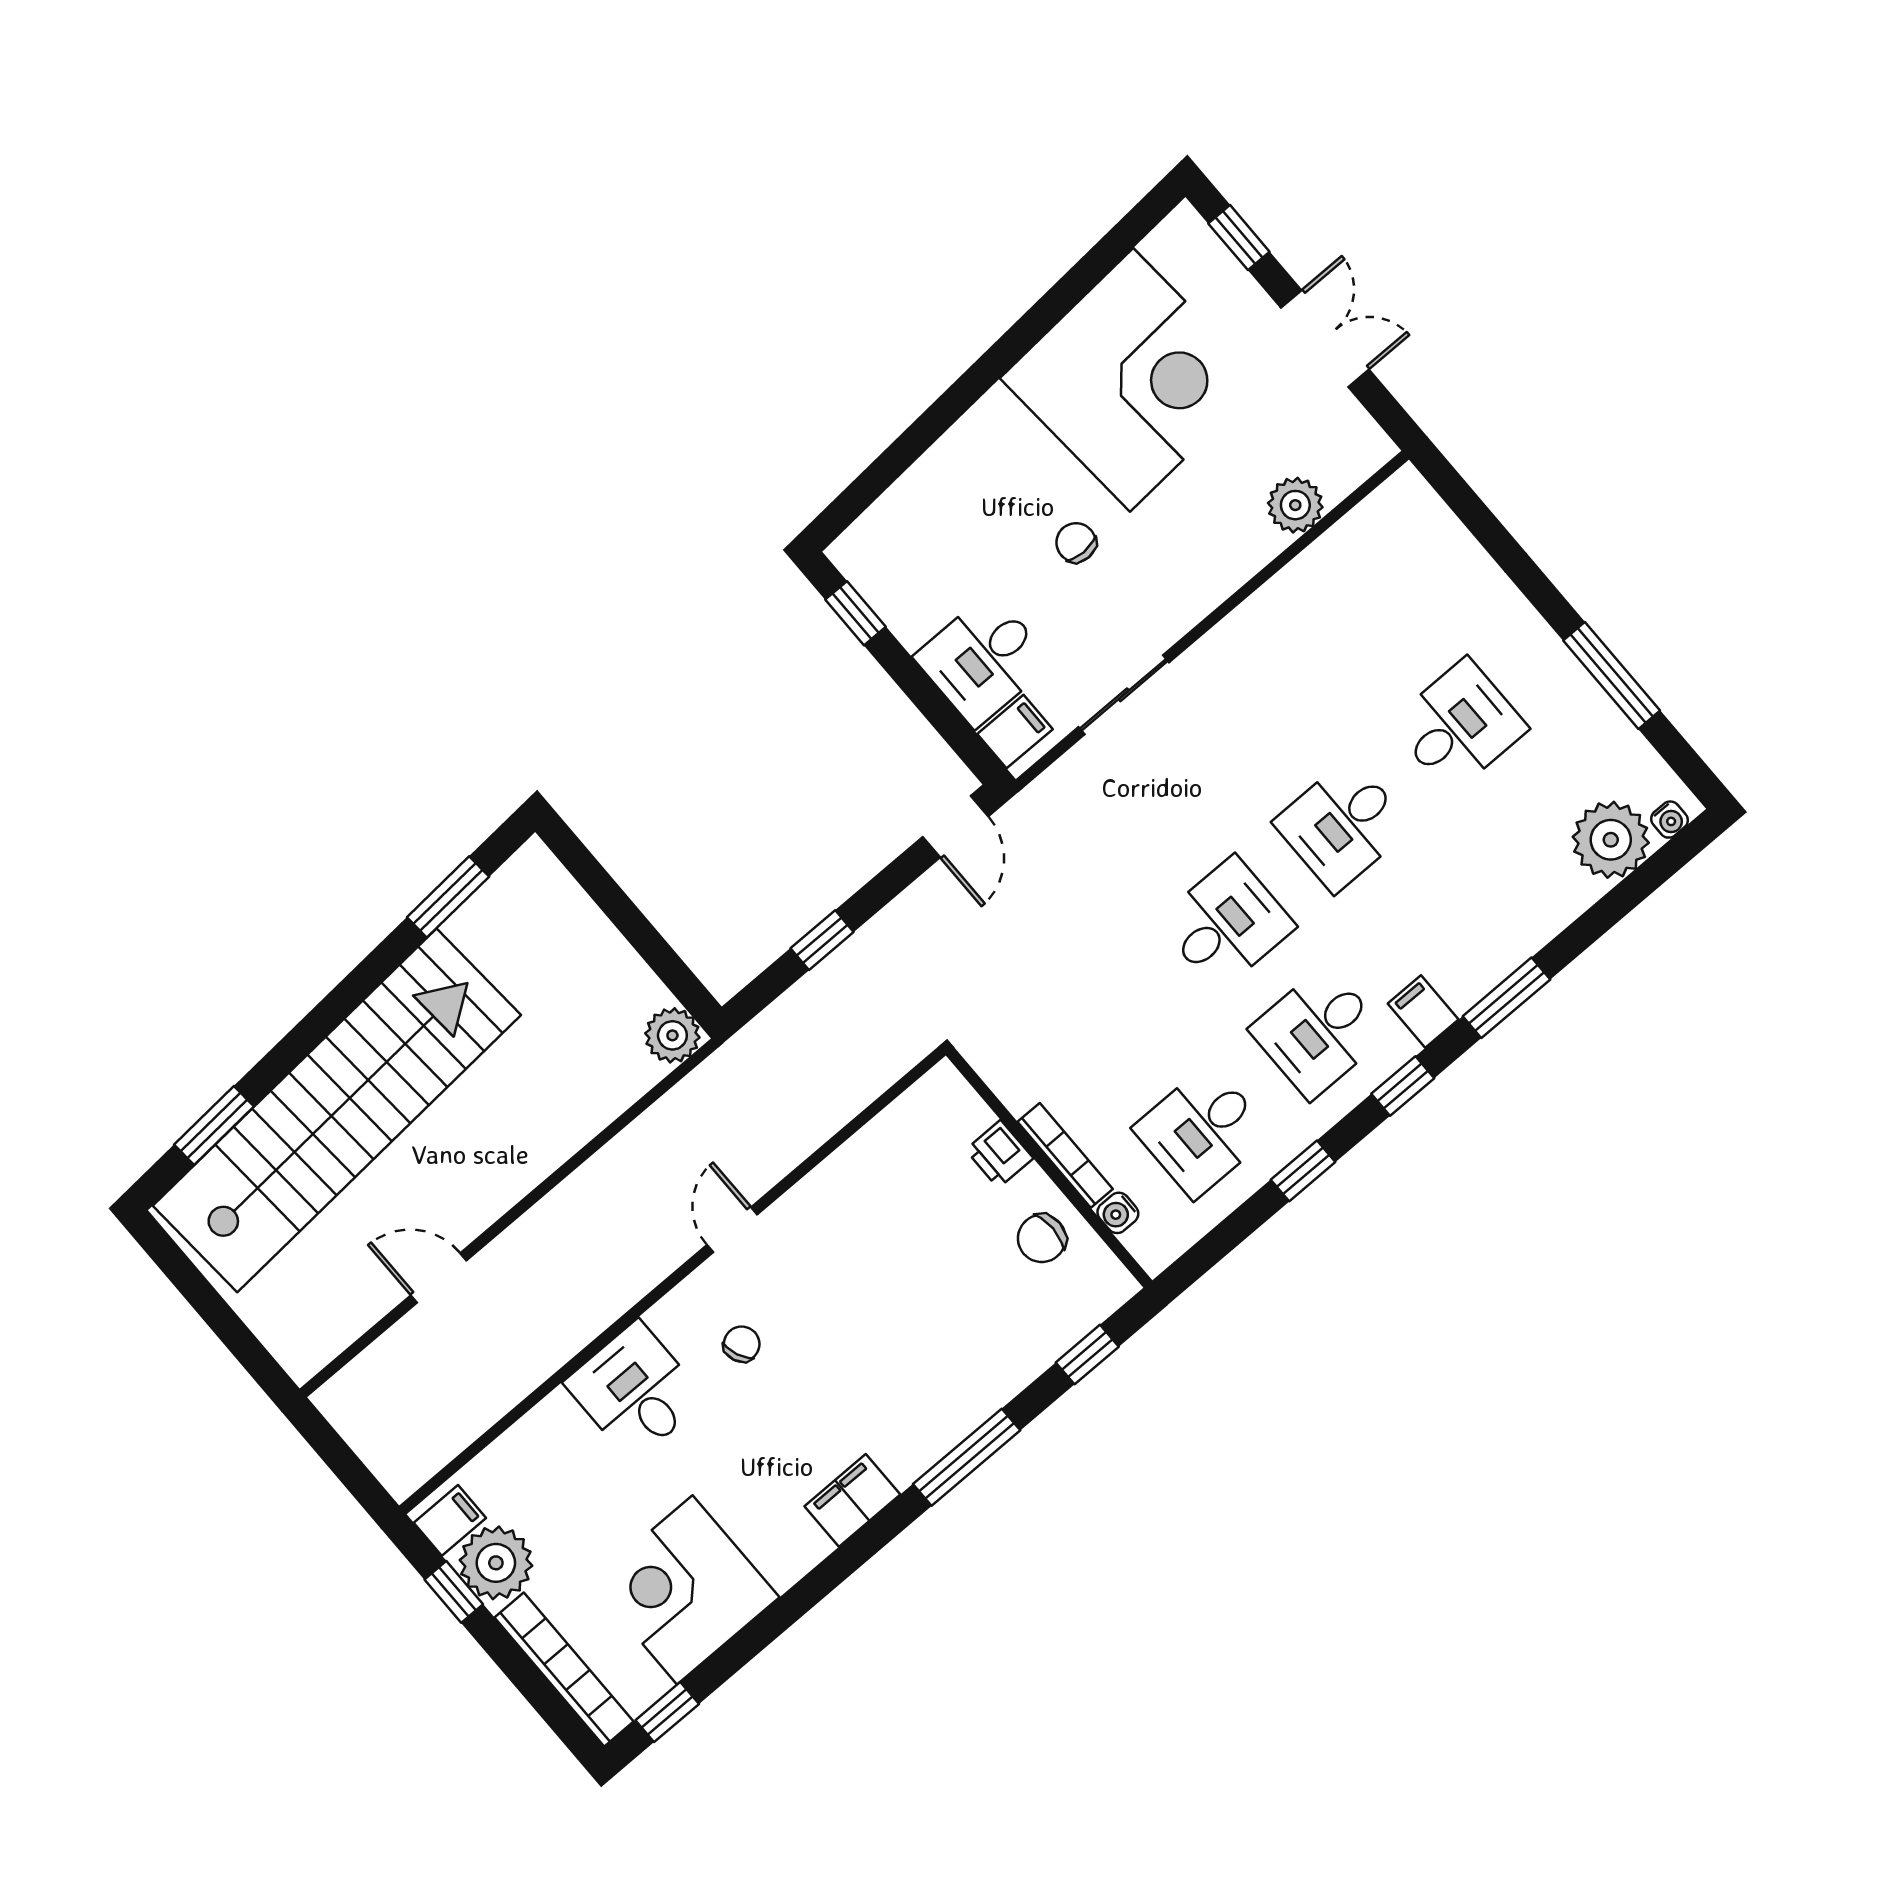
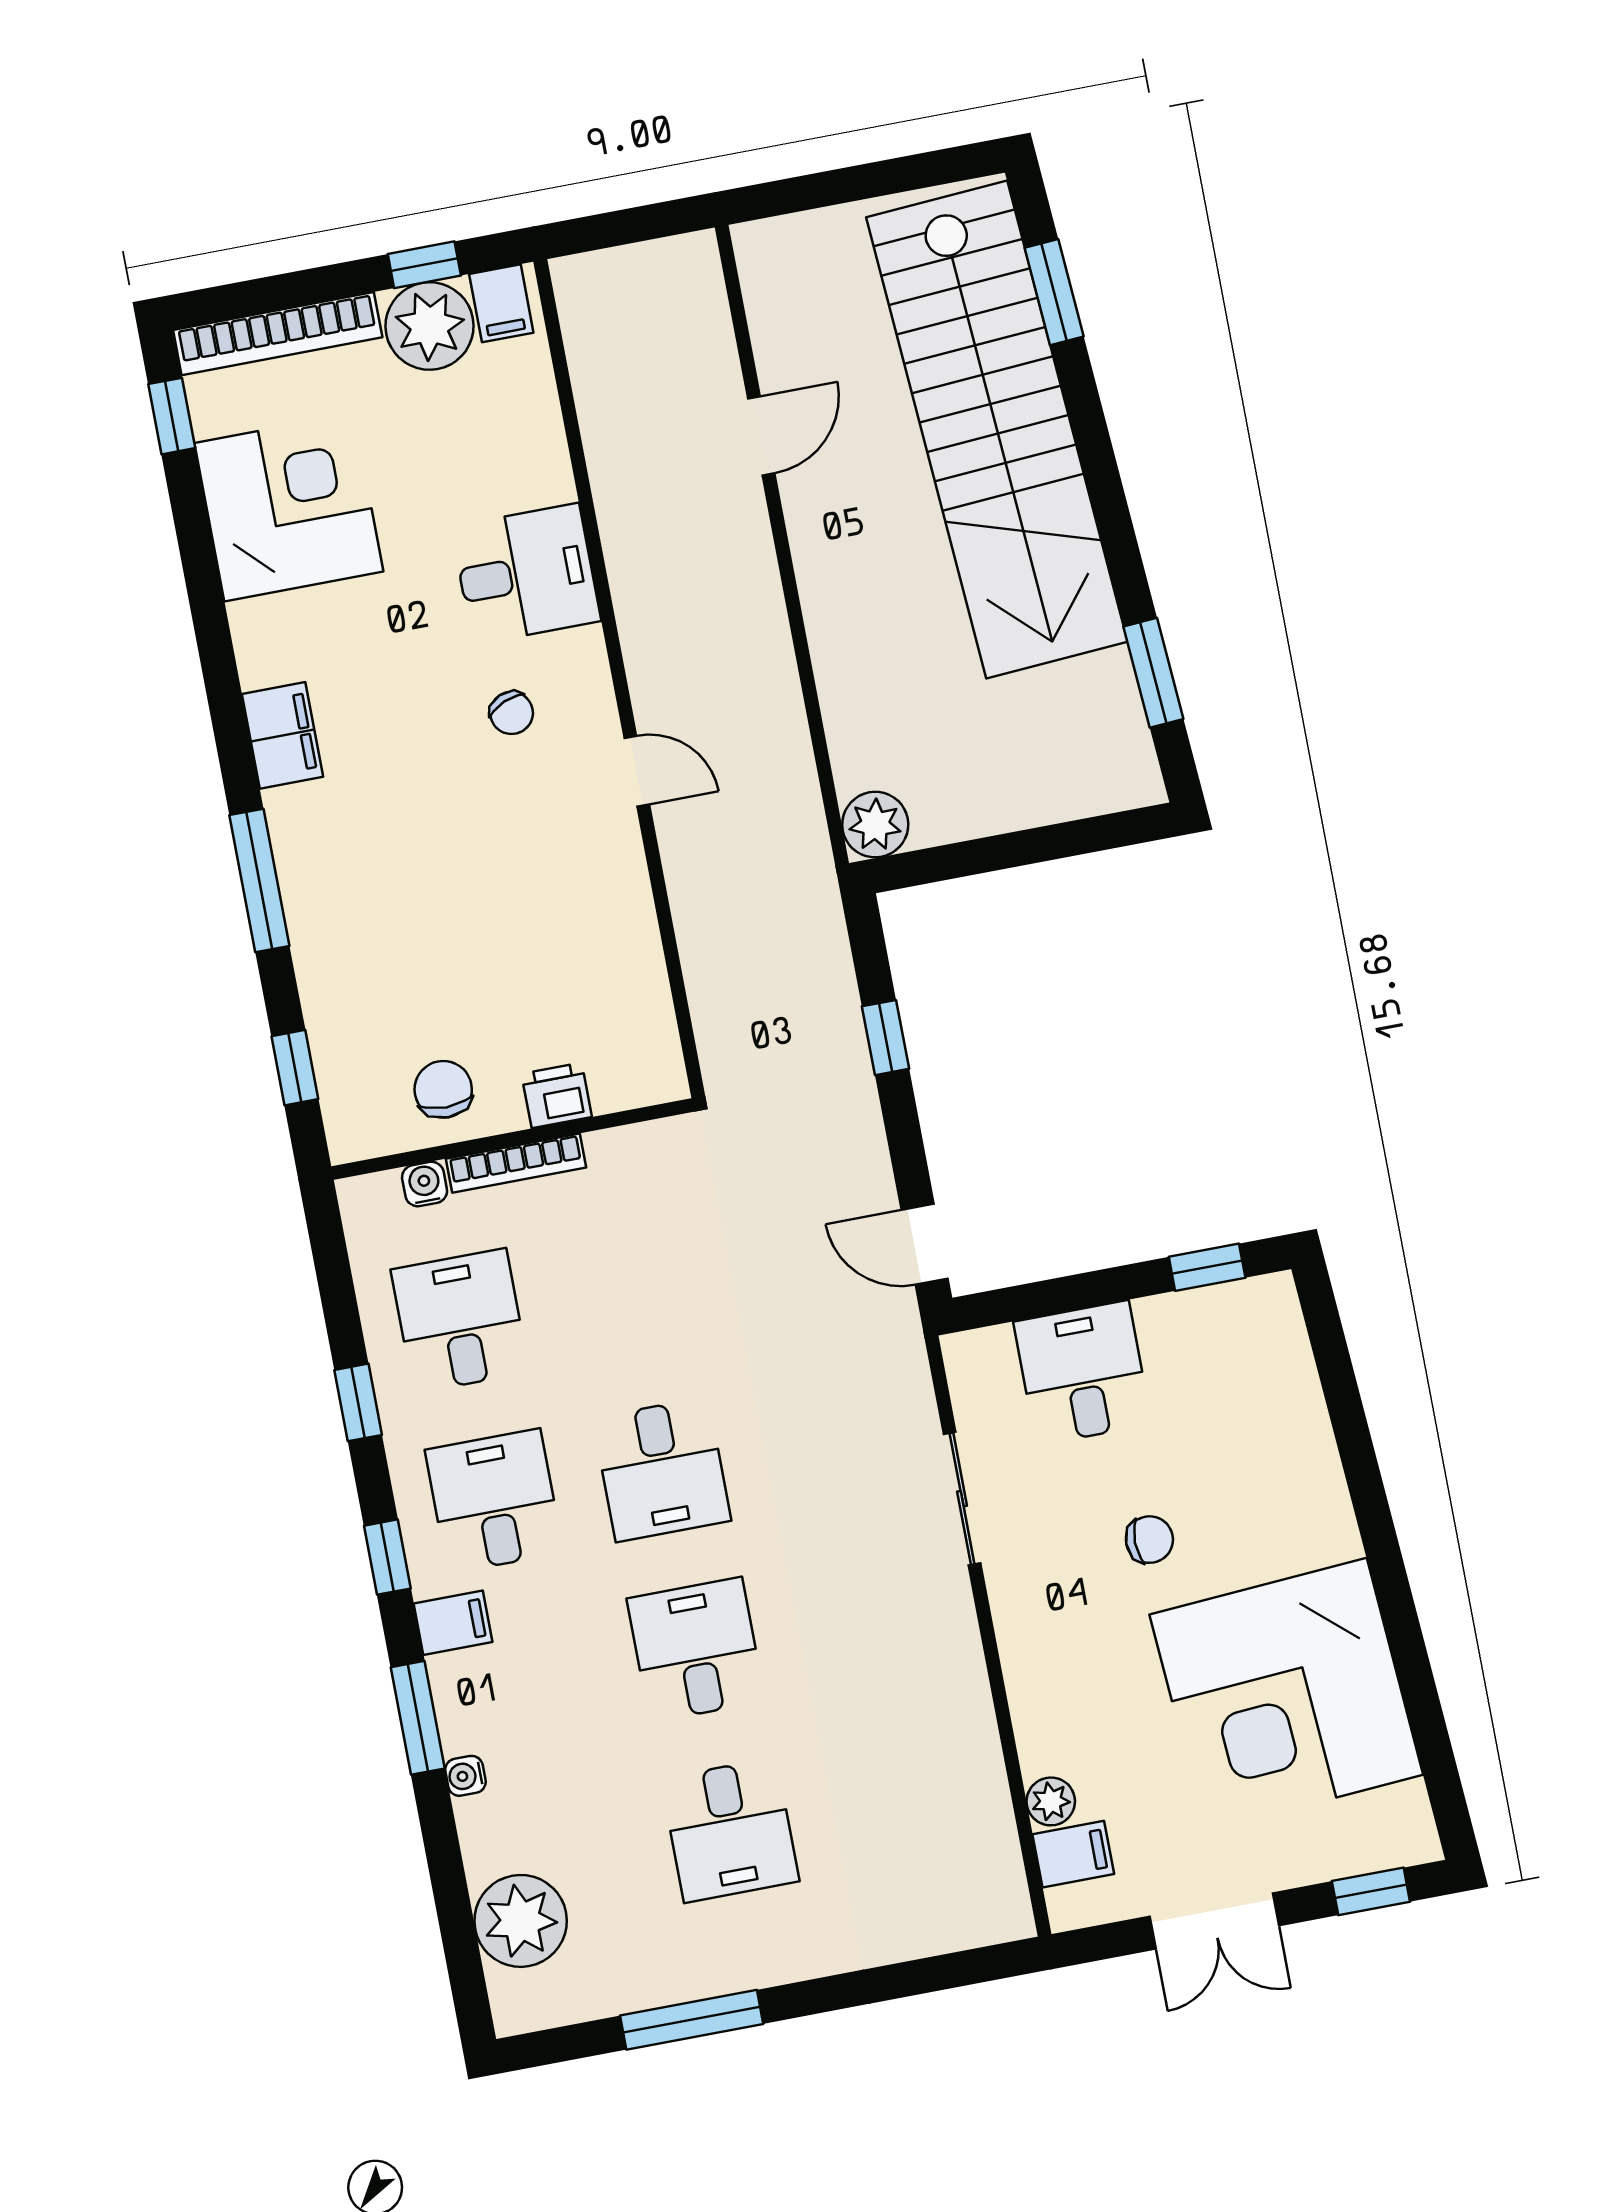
plant: (1295, 505) -> (1051, 1801), width x0.73, depth x0.73
filing cabinet: (1015, 732) -> (1073, 1854), moved, turned -90
water cooler: (1670, 820) -> (465, 1776), moved

